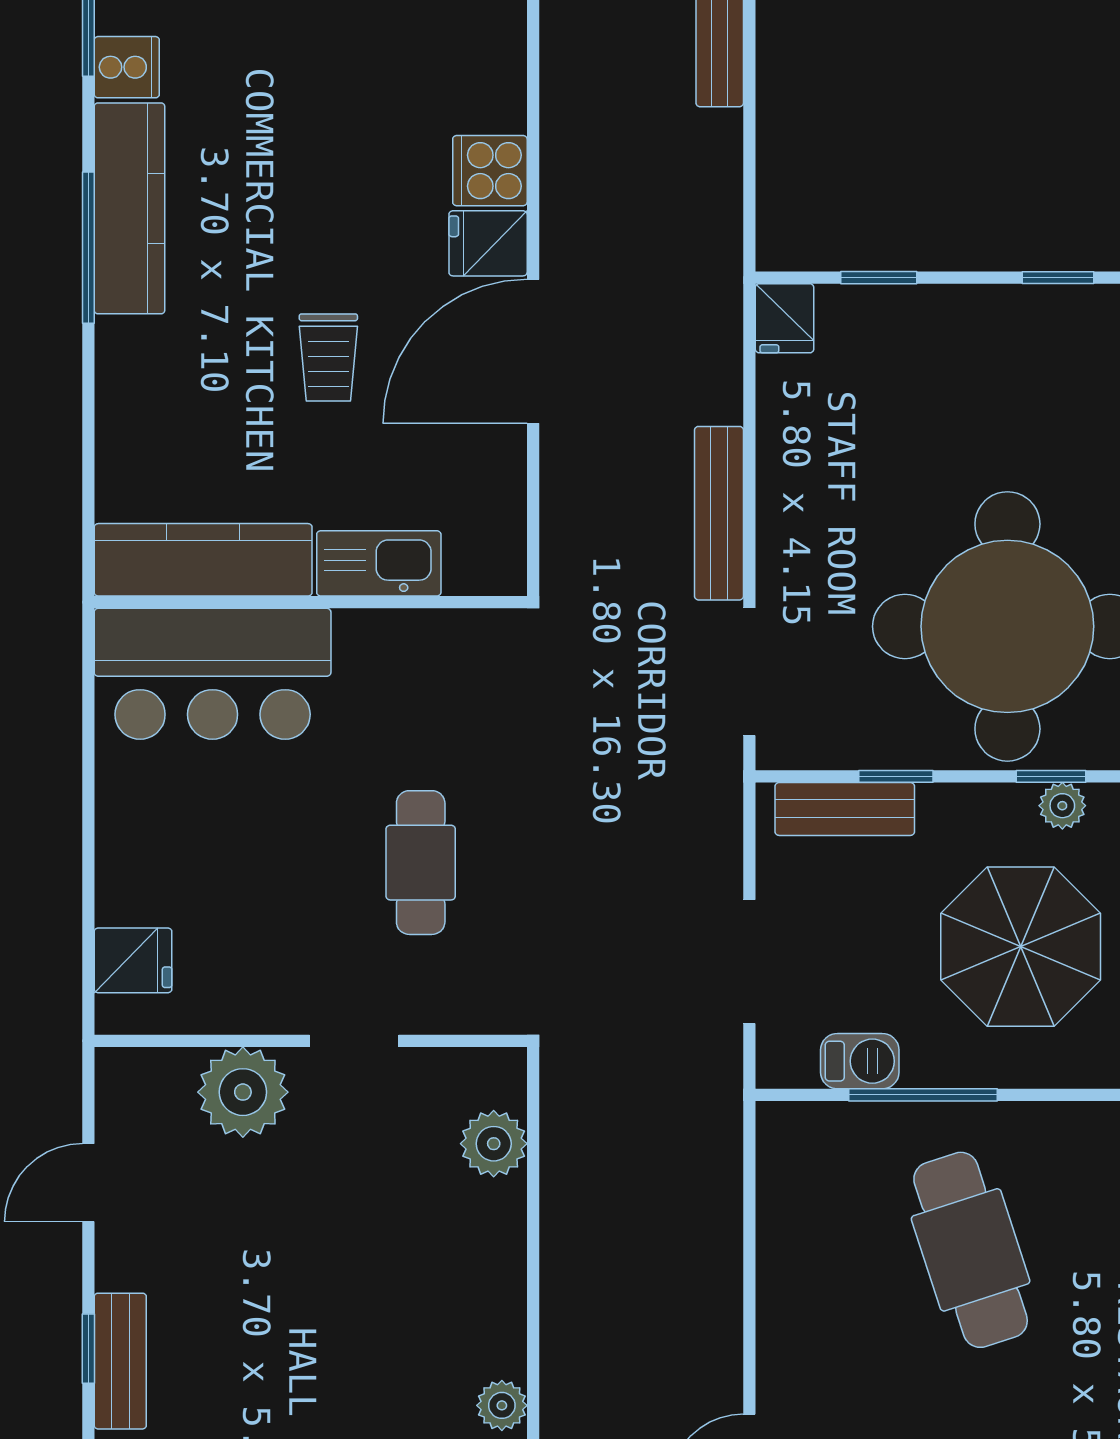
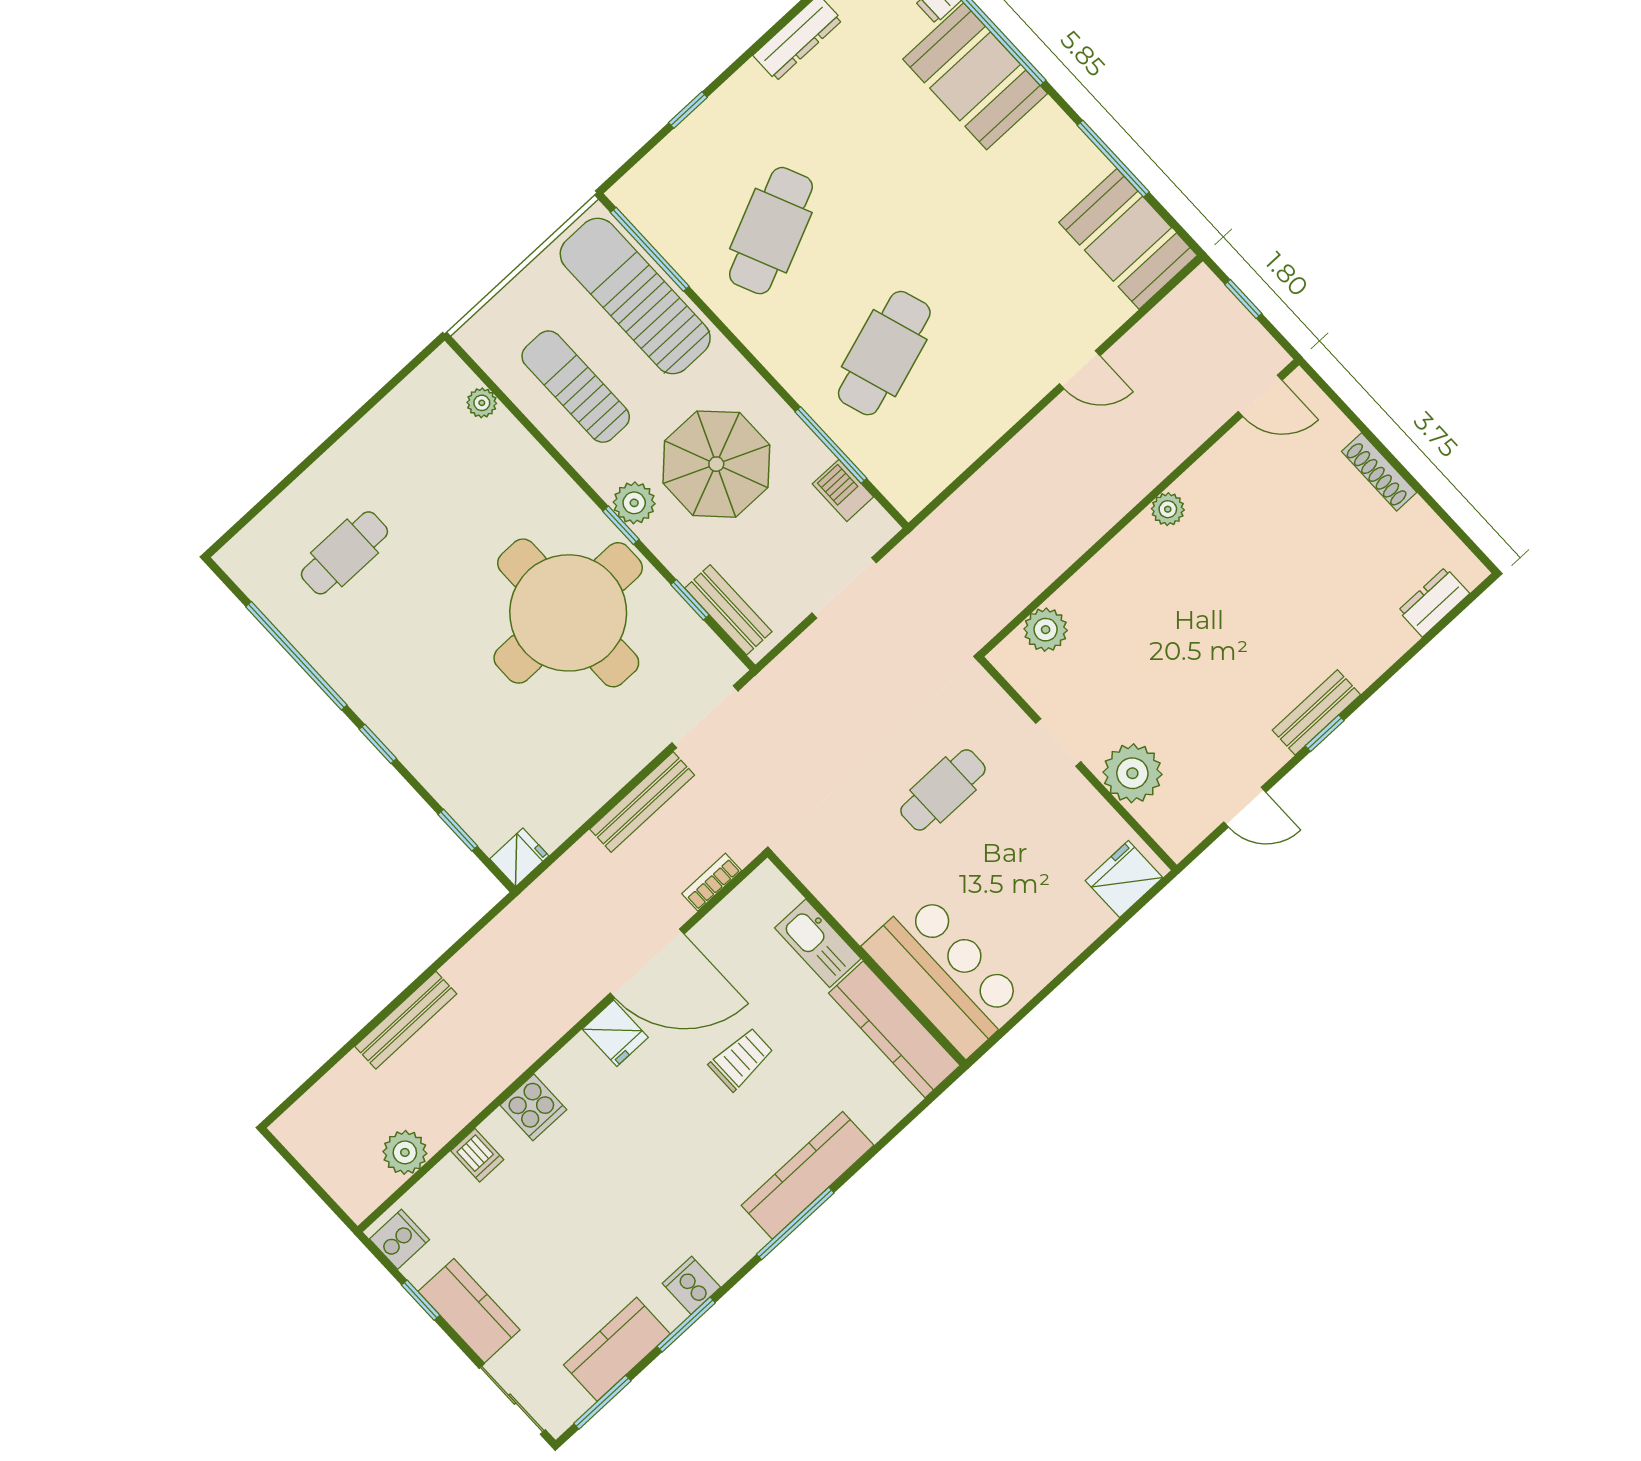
cooker: (490, 171) -> (533, 1107), moved
kitchen counter: (129, 208) -> (808, 1175), moved
bookcase: (557, 508) -> (712, 882), added
plant: (1062, 806) -> (634, 503), width x1.38, depth x1.38
fridge: (133, 960) -> (1124, 879), width x1.38

